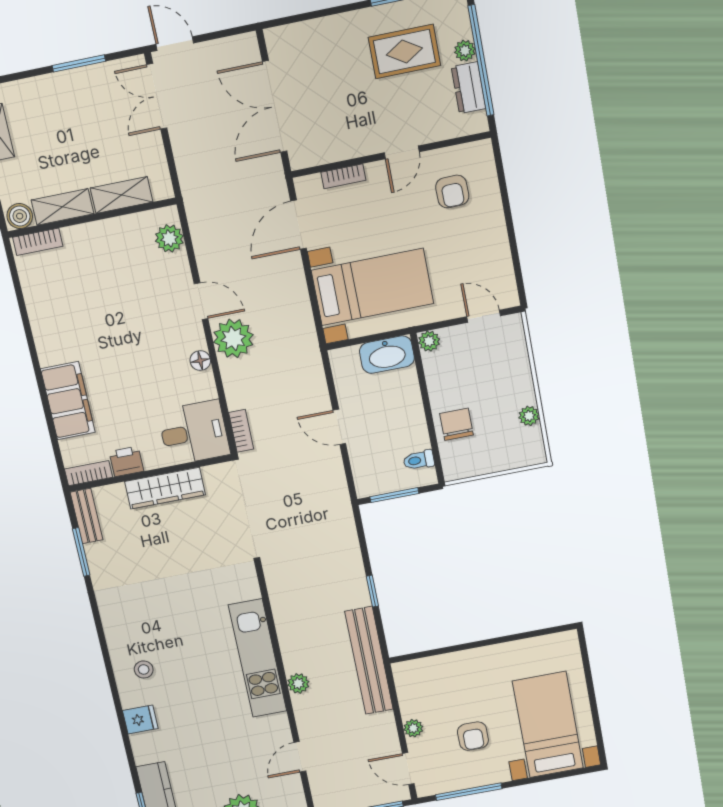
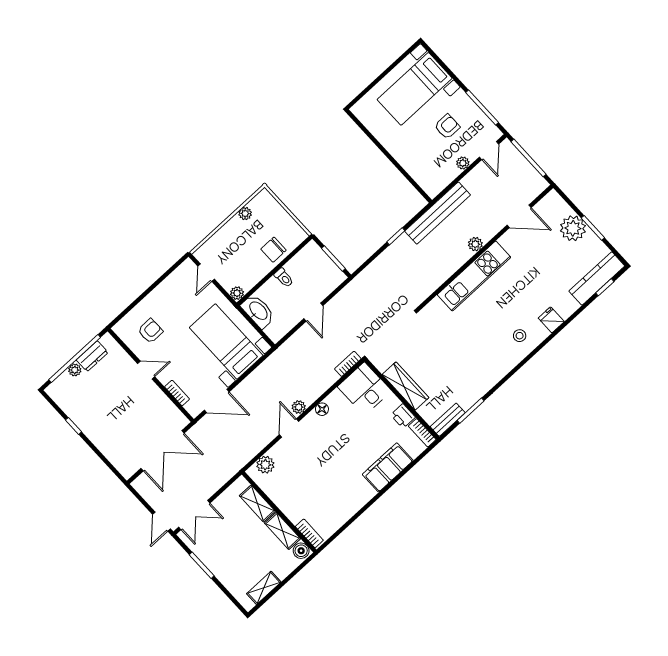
rug: (404, 51) -> (94, 401), removed
plant: (233, 338) -> (299, 407), width x0.53, depth x0.53
toilet: (419, 460) -> (284, 278), moved
door: (300, 757) -> (519, 216), width x1.38

